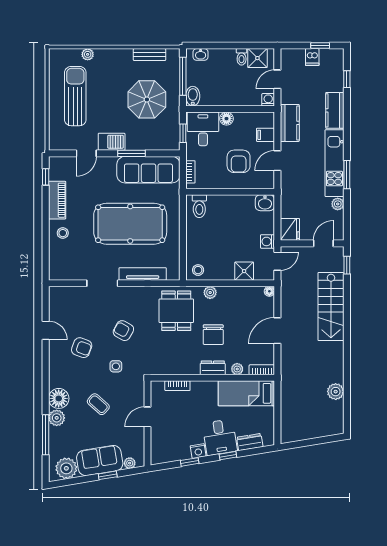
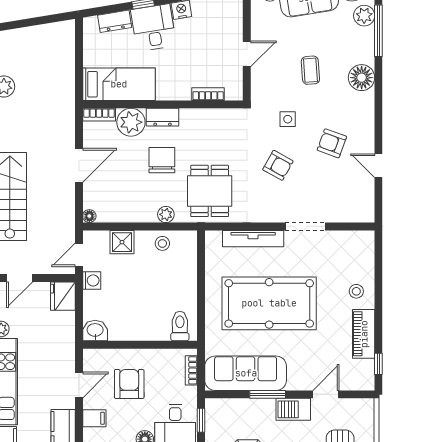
stool: (198, 270) -> (162, 243), moved
plant: (237, 369) -> (131, 122), width x1.87, depth x1.87
coffee table: (98, 404) -> (310, 70), turned 44
plant: (57, 418) -> (364, 16), moved

